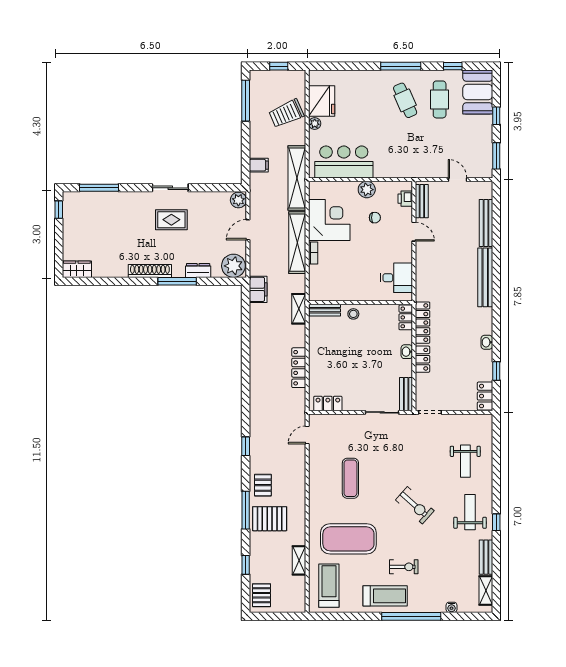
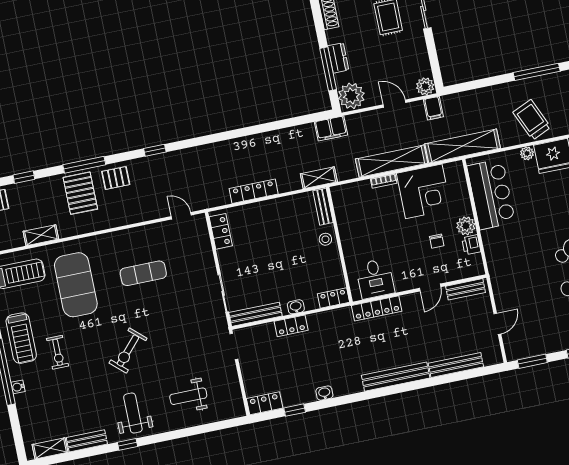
filing cabinet: (259, 165) -> (433, 108), moved
printer: (405, 199) -> (471, 245), moved, turned -90
window: (177, 281) -> (328, 69), moved
locker: (423, 323) -> (377, 308), moved
bench: (406, 394) -> (255, 314), width x1.36
weight bench: (470, 512) -> (133, 413), turned -90
water cooler: (451, 607) -> (18, 387), moved

